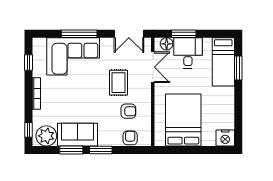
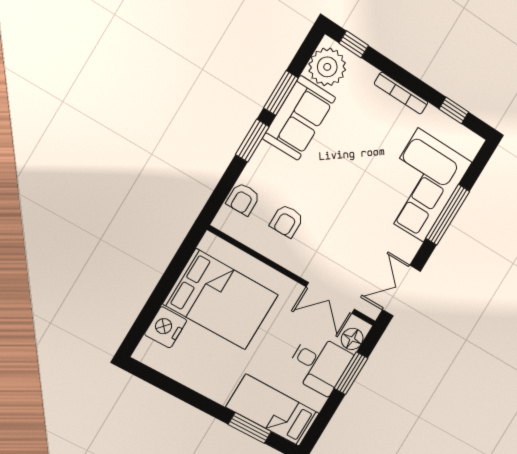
rug: (119, 83) -> (339, 232), removed
armchair: (130, 138) -> (243, 199), turned 90
nightstand: (225, 138) -> (166, 327), moved

